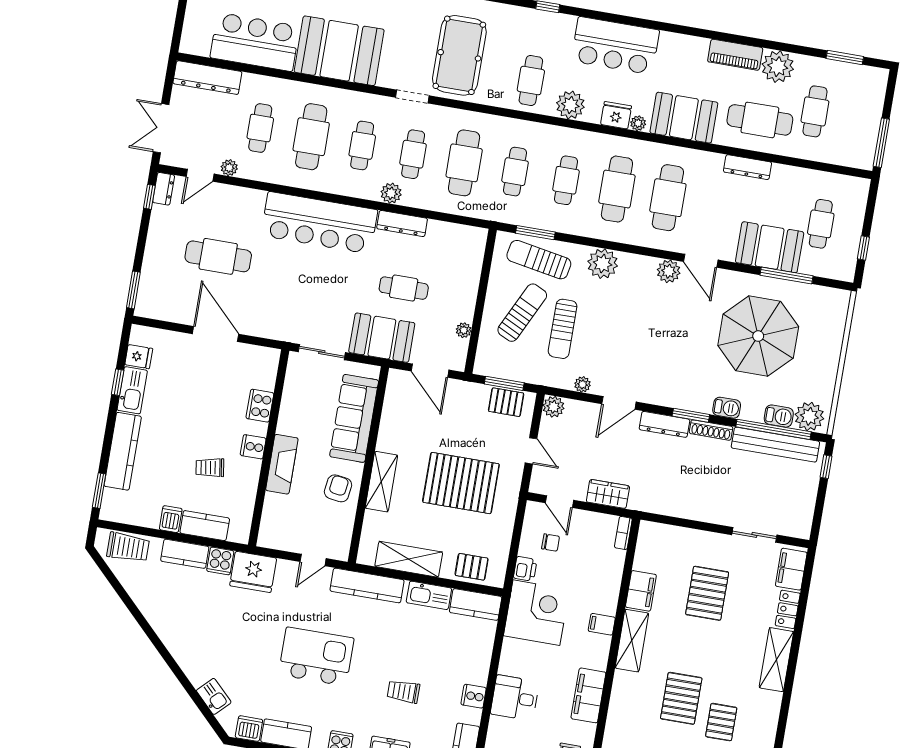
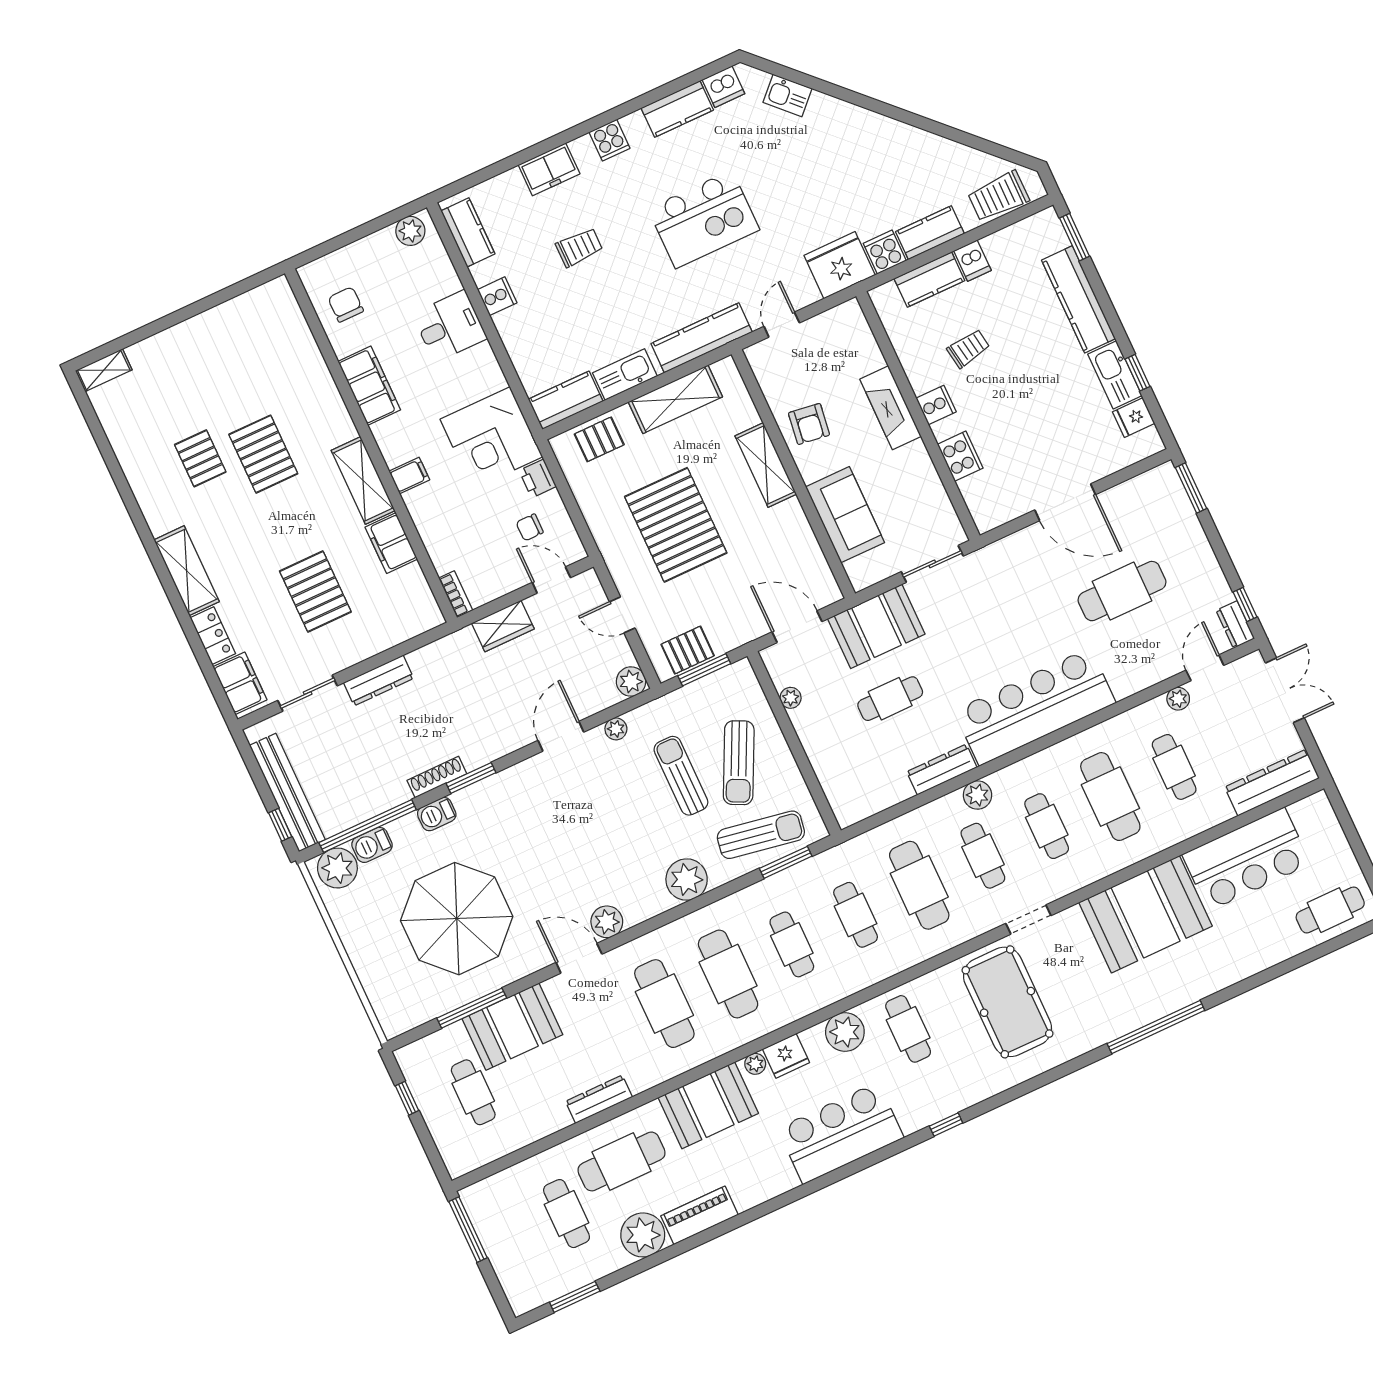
sofa: (354, 418) -> (845, 515), width x0.73
dresser: (664, 424) -> (379, 680), moved, turned 180
bench: (775, 445) -> (287, 792), moved, turned 90
pallet: (461, 483) -> (676, 525), turned 90

